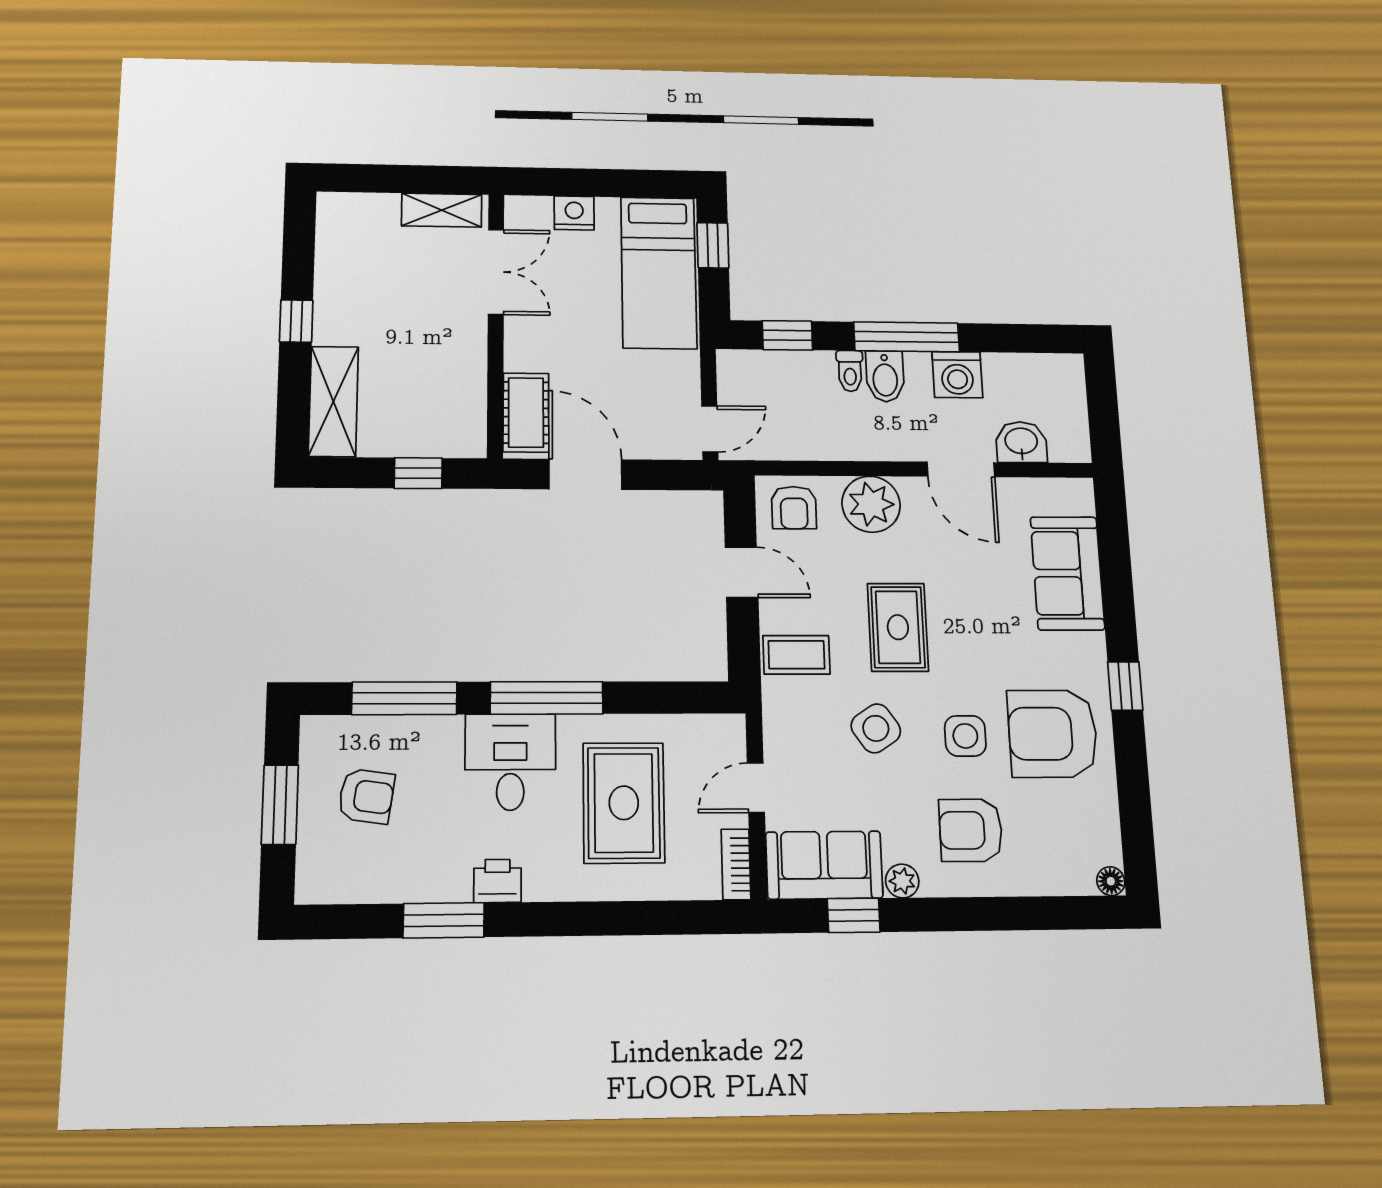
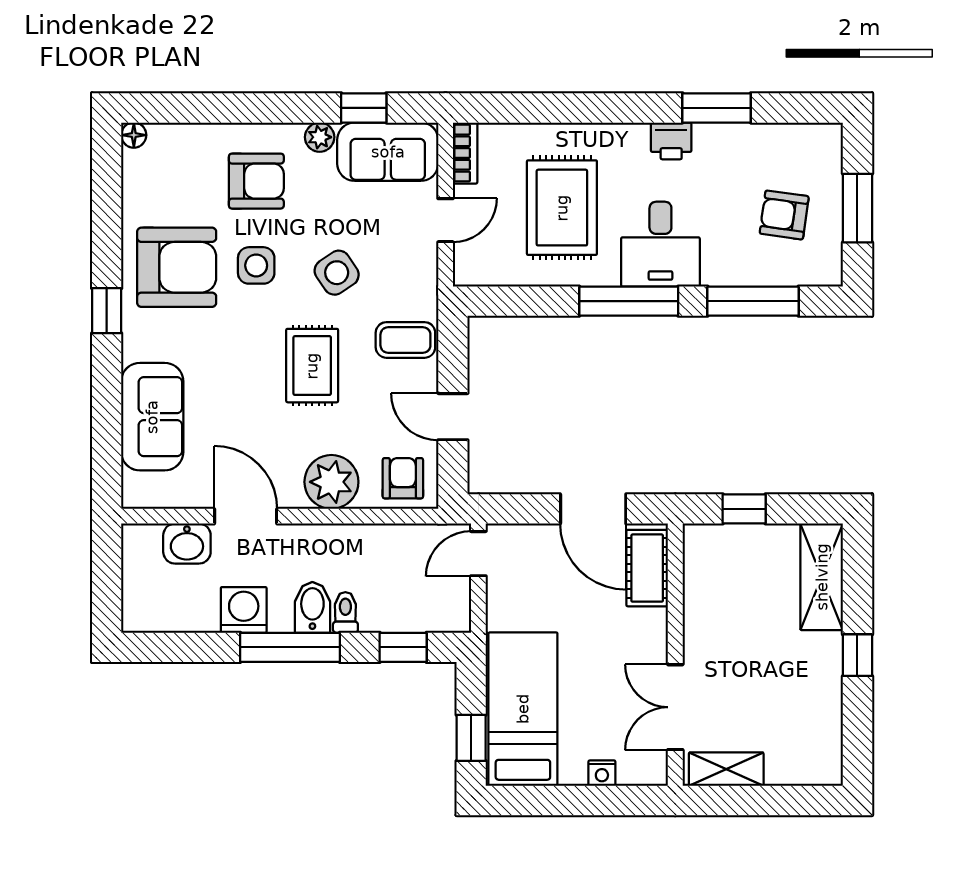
nightstand: (574, 213) -> (602, 773), width x0.72, depth x0.74

